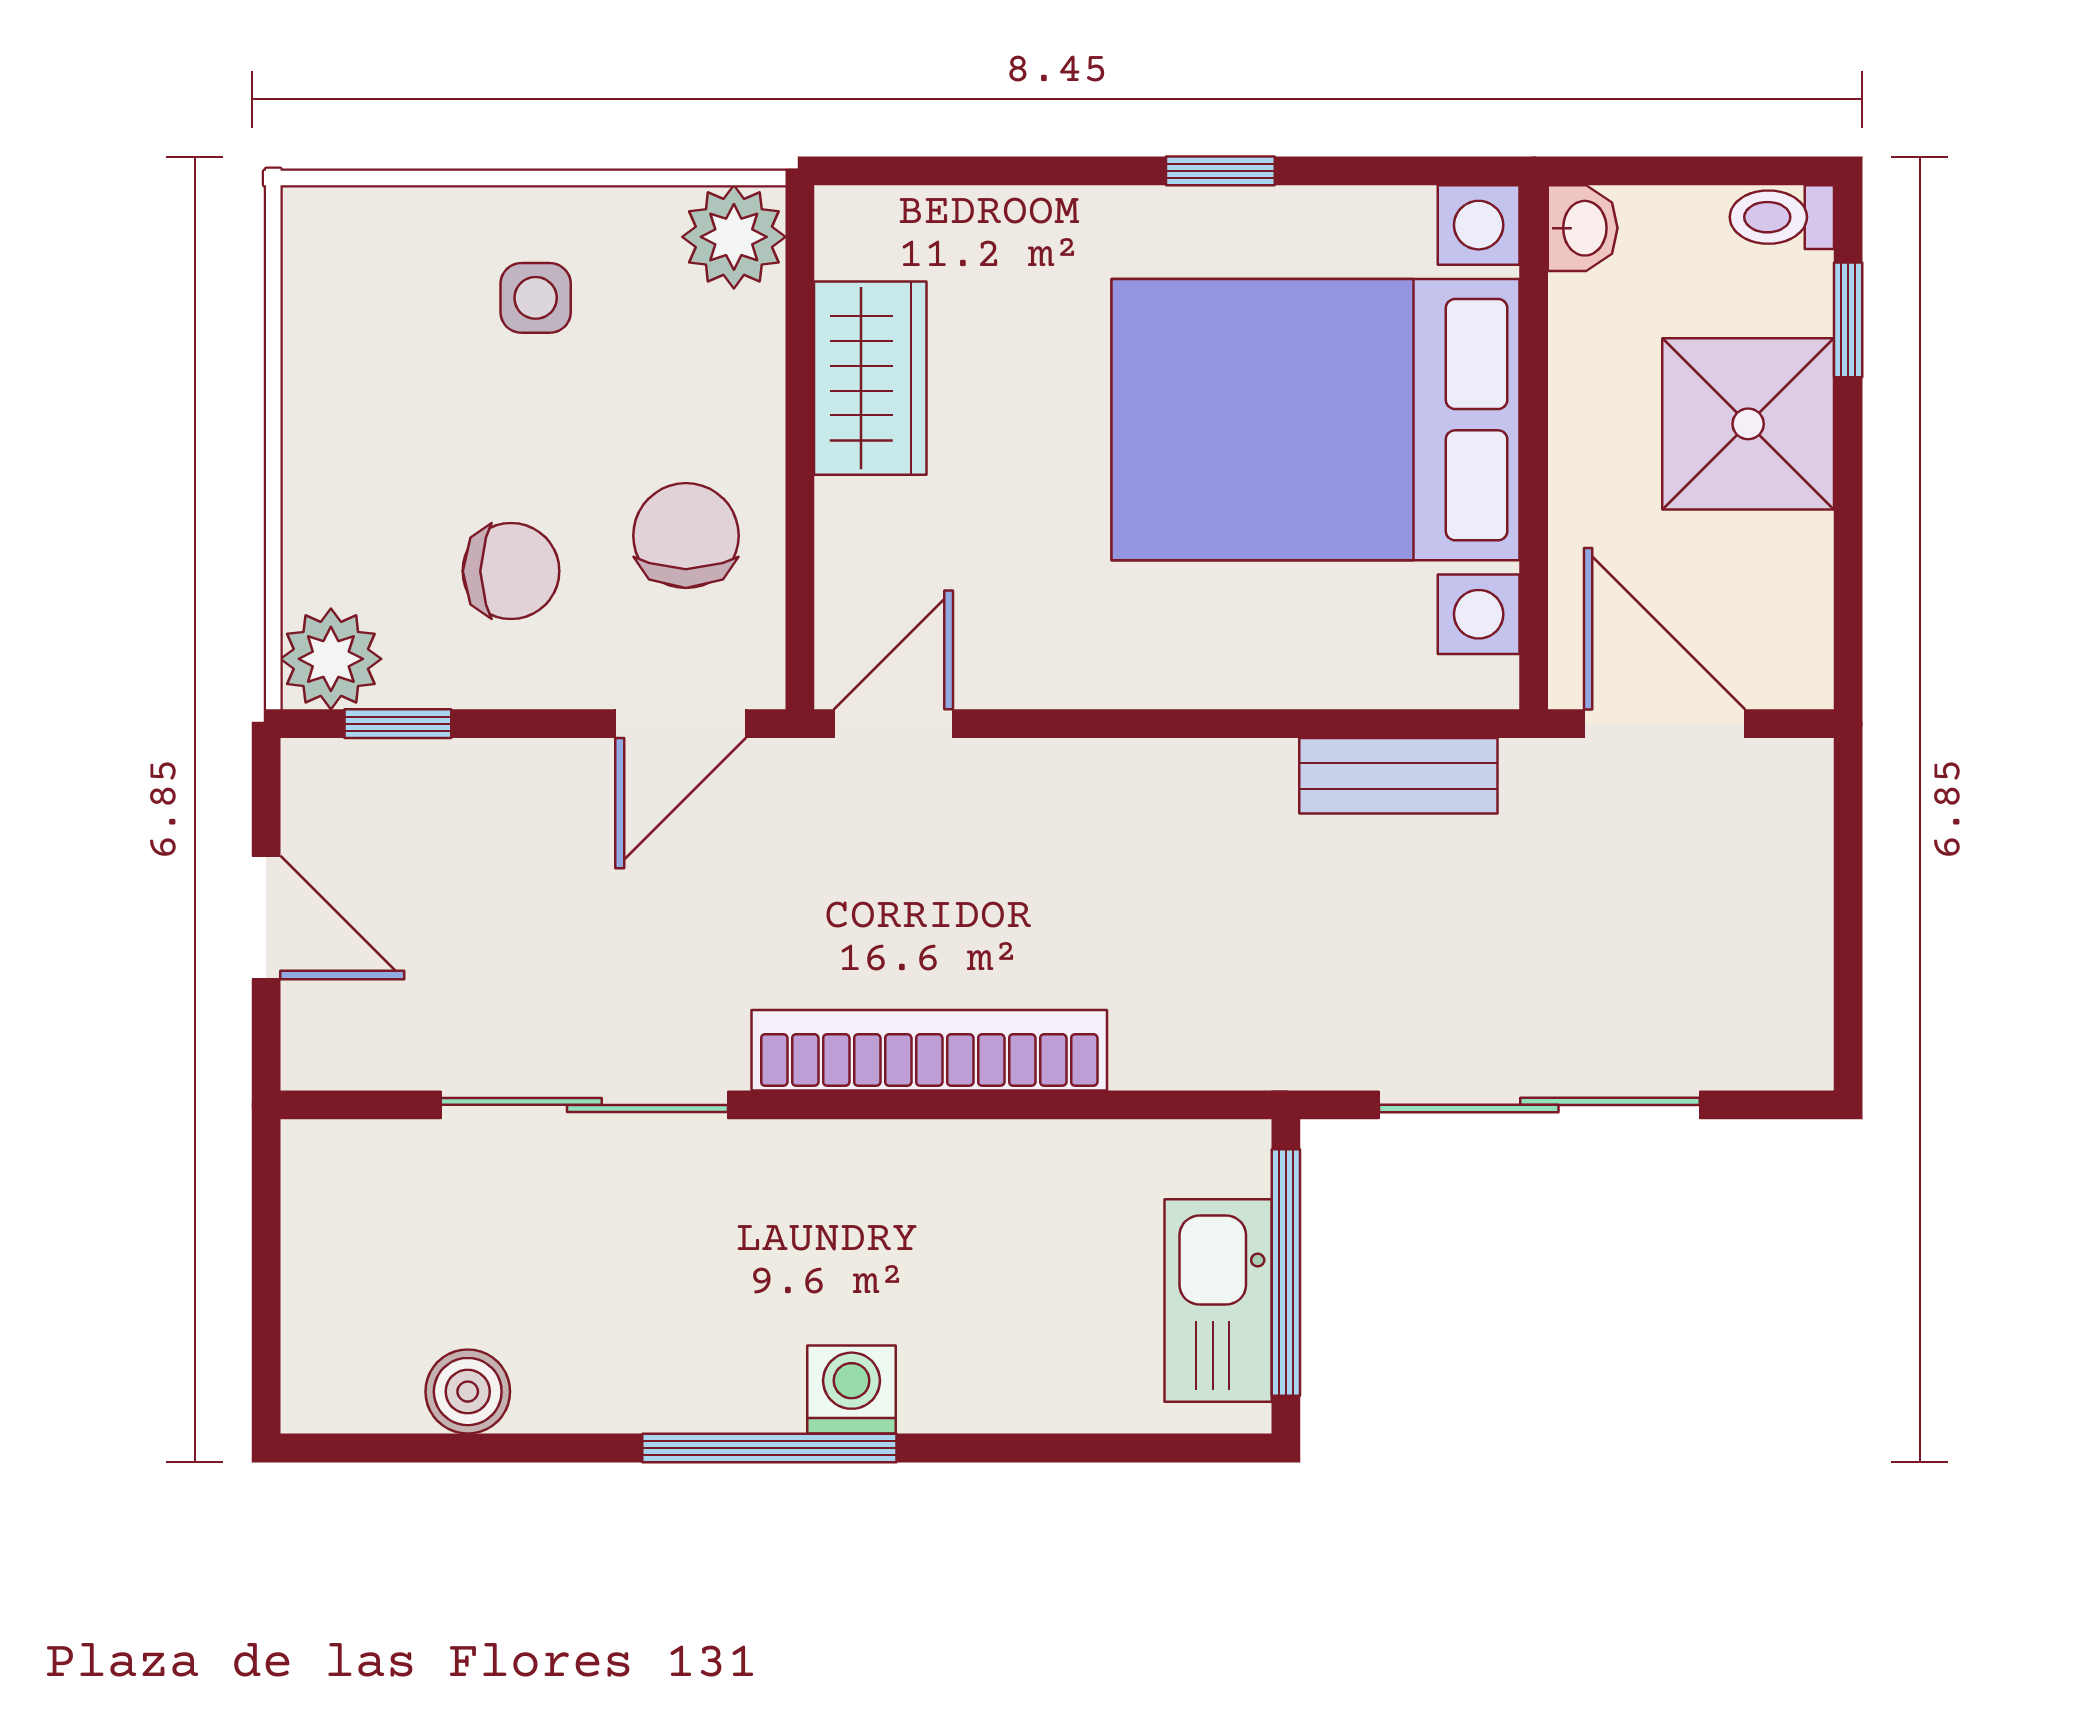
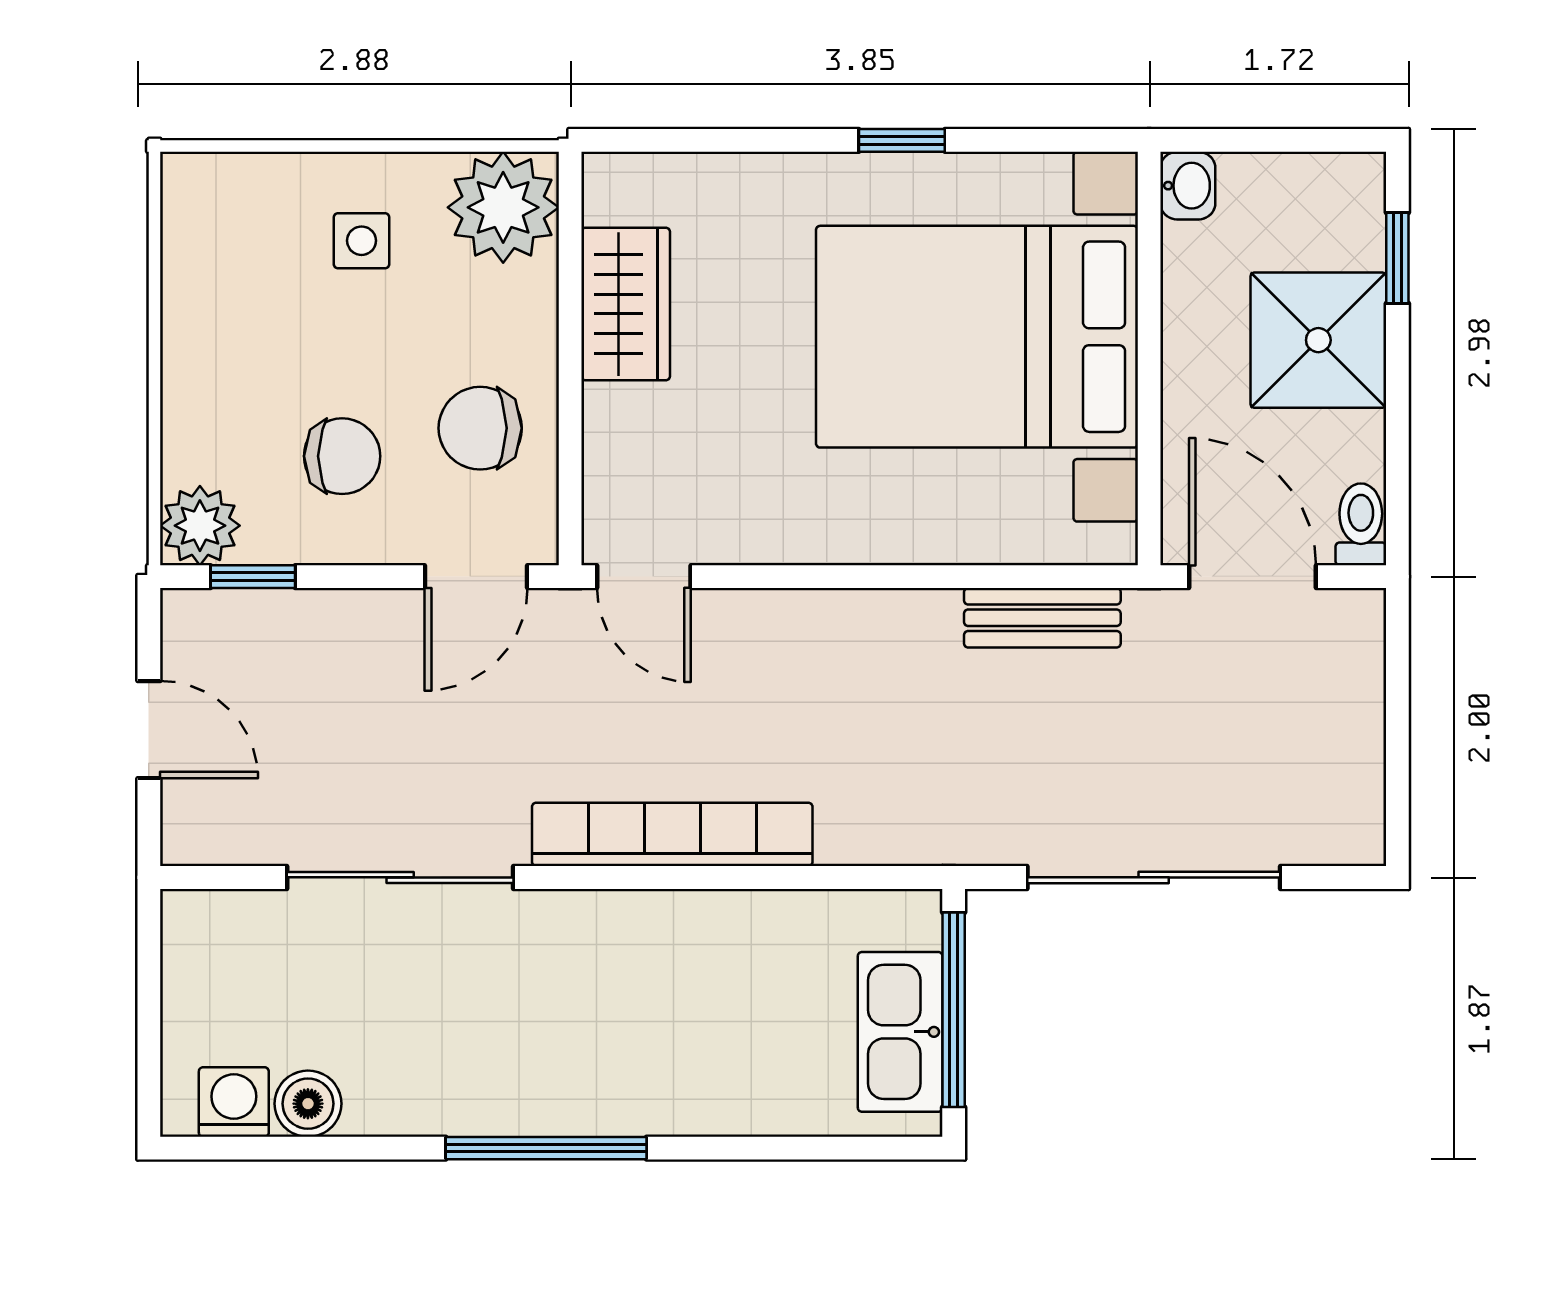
toilet: (1782, 217) -> (1361, 524), moved, turned 90
plant: (734, 237) -> (503, 207), width x1.36, depth x1.36
chair: (686, 536) -> (480, 428), turned -90
door: (893, 724) -> (644, 577), swing flipped
washing machine: (852, 1390) -> (234, 1102), moved

